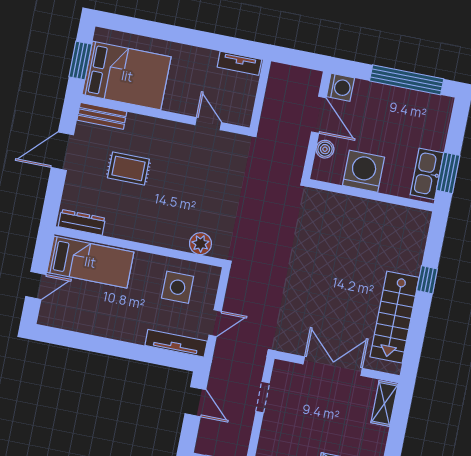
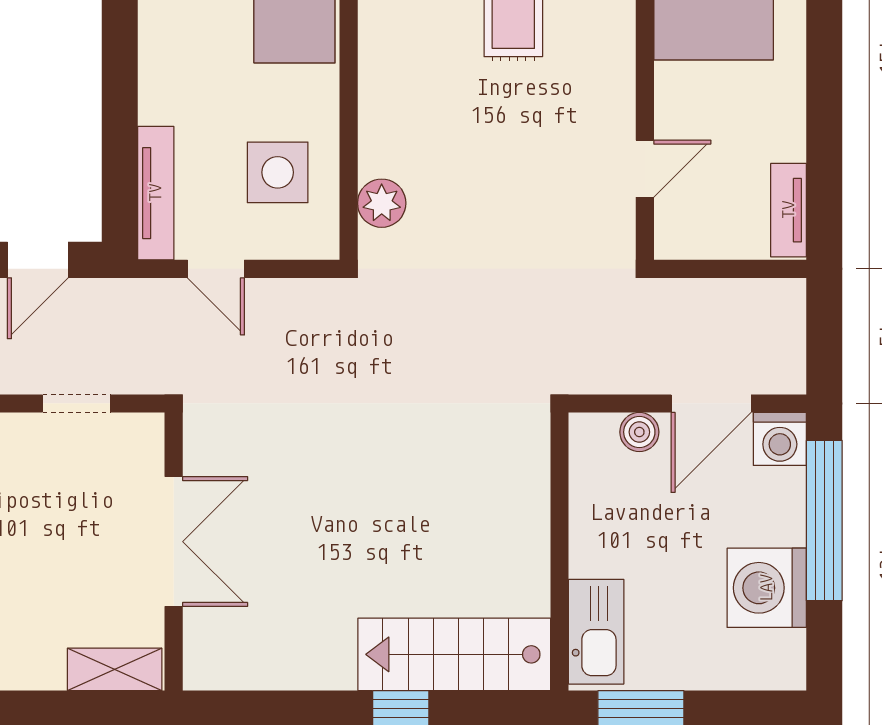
window: (407, 80) -> (824, 521), moved
washing machine: (363, 171) -> (767, 588), moved, turned 180
kitchen sink: (427, 174) -> (596, 632), moved, turned 90
stairs: (395, 317) -> (454, 654), moved

